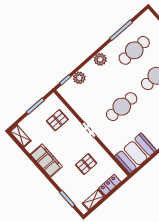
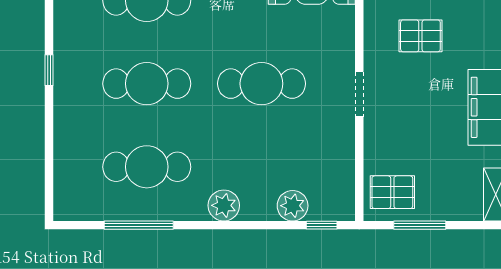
pallet: (57, 120) -> (392, 192), moved

